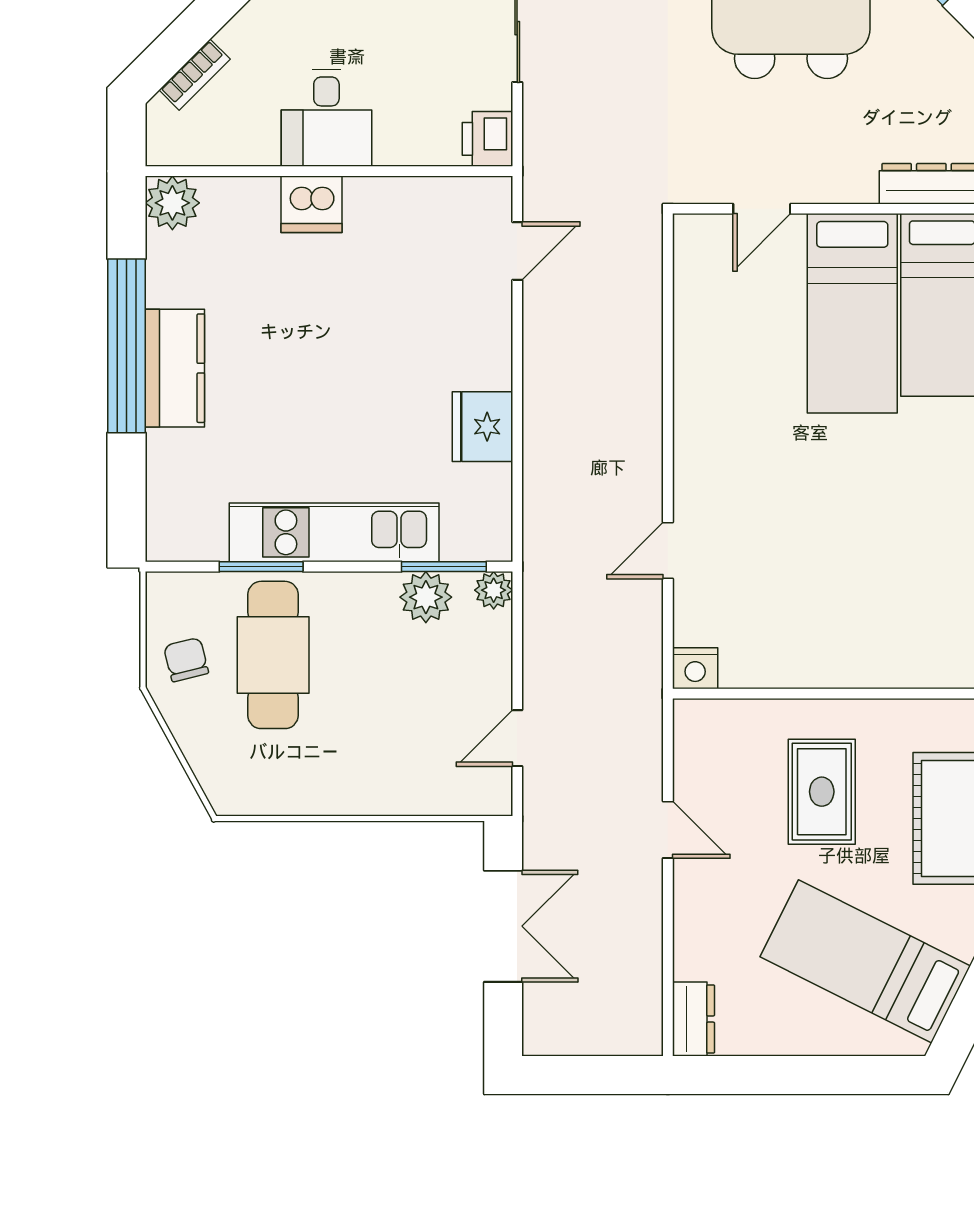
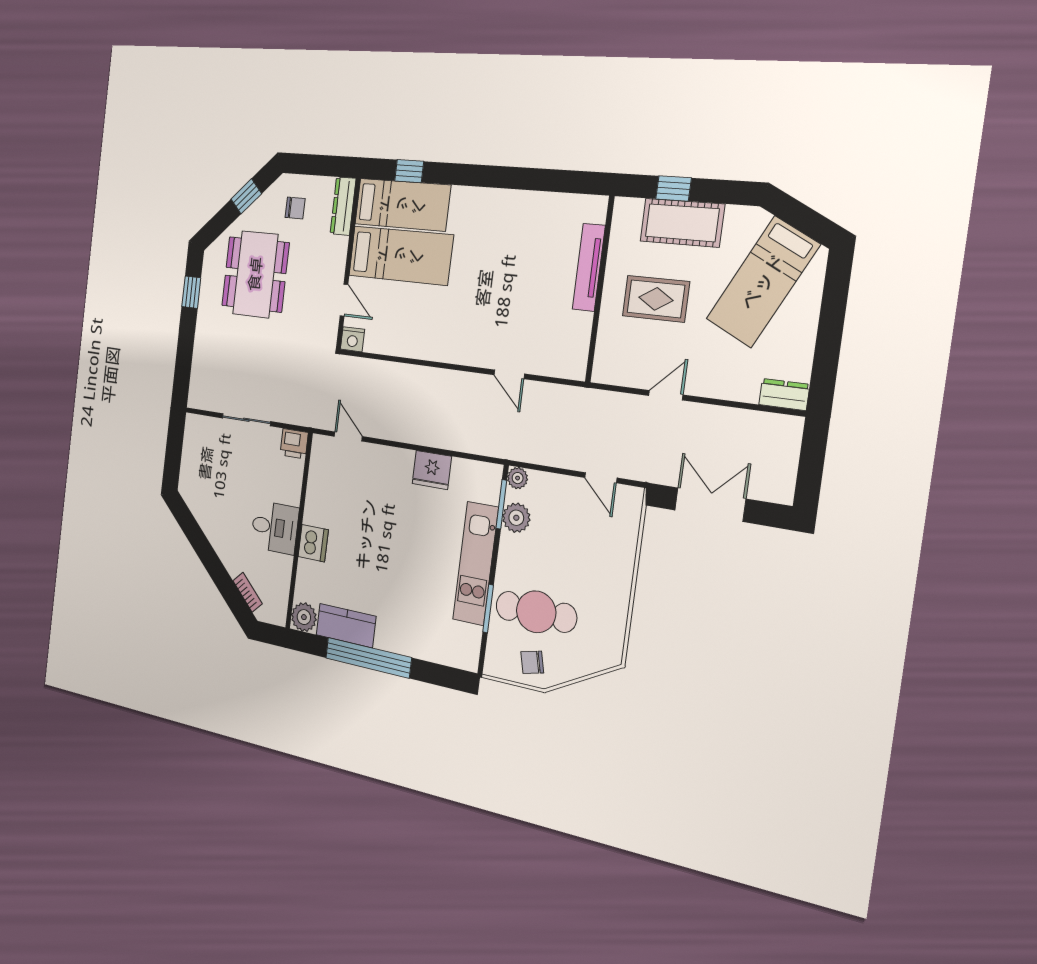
chair: (921, 82) -> (295, 208), added
kitchen counter: (175, 368) -> (346, 626), moved
nightstand: (695, 668) -> (352, 339), moved, turned 90
tv unit: (862, 669) -> (589, 267), added

